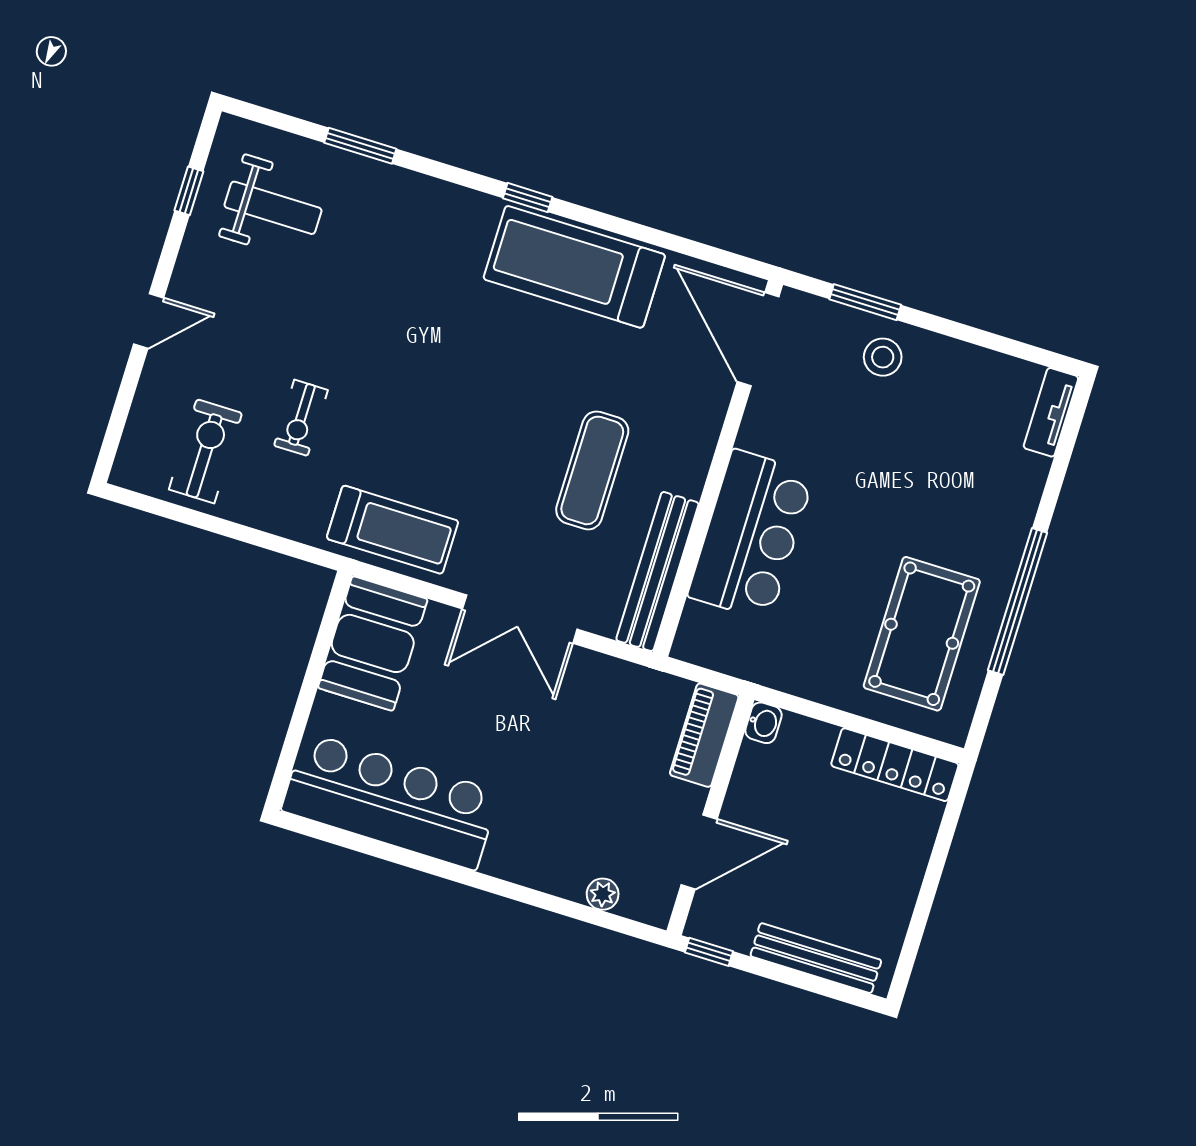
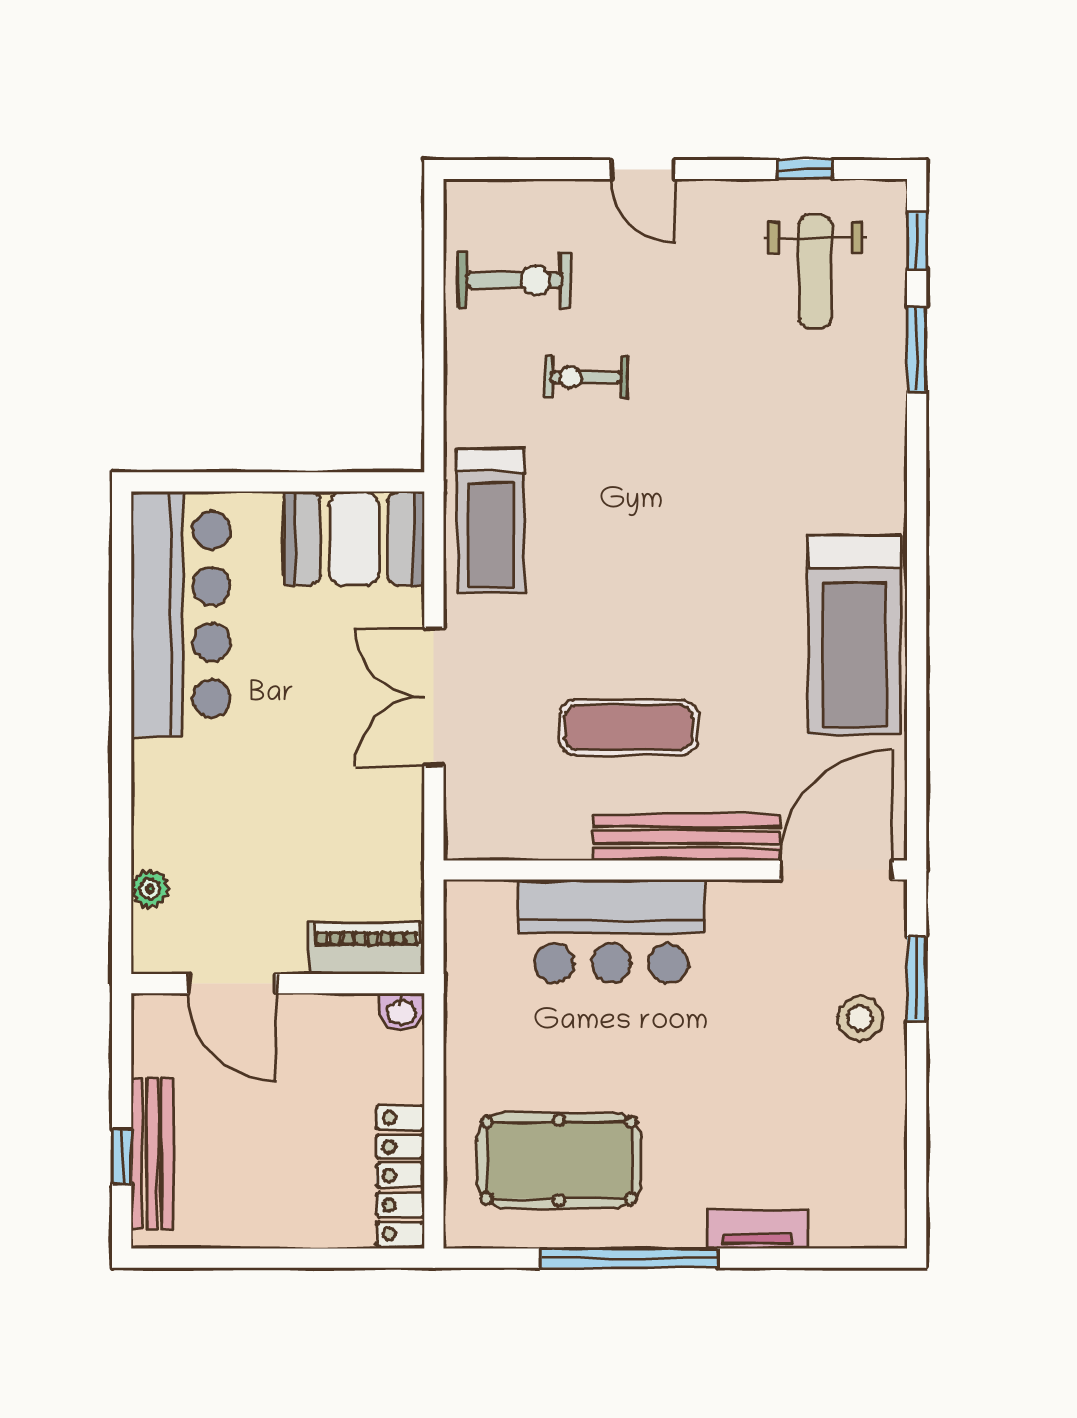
window: (528, 198) -> (917, 241), moved
treadmill: (574, 267) -> (854, 635), turned 180
tv unit: (1051, 412) -> (757, 1229), moved
bench: (657, 572) -> (687, 837), moved
window: (709, 952) -> (122, 1157), moved

